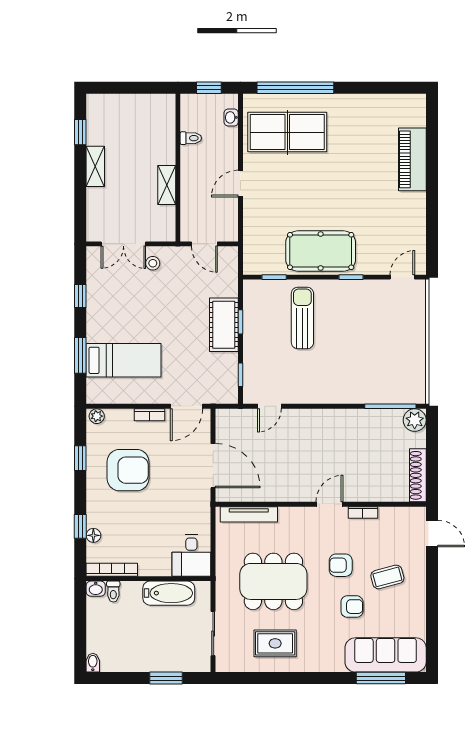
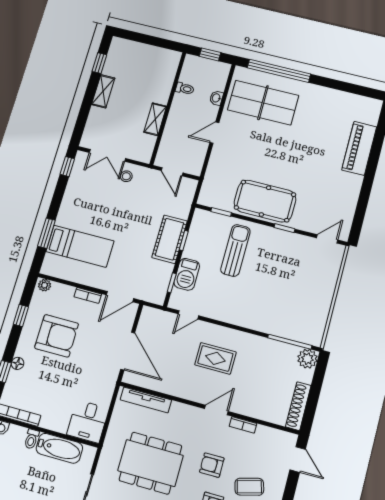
washbasin: (231, 117) -> (216, 98), moved
window: (80, 296) -> (67, 167), moved
barbecue: (255, 360) -> (187, 274), added
rug: (313, 447) -> (215, 358), added
floor lamp: (93, 535) -> (18, 363), moved
toilet: (113, 592) -> (31, 439), moved

